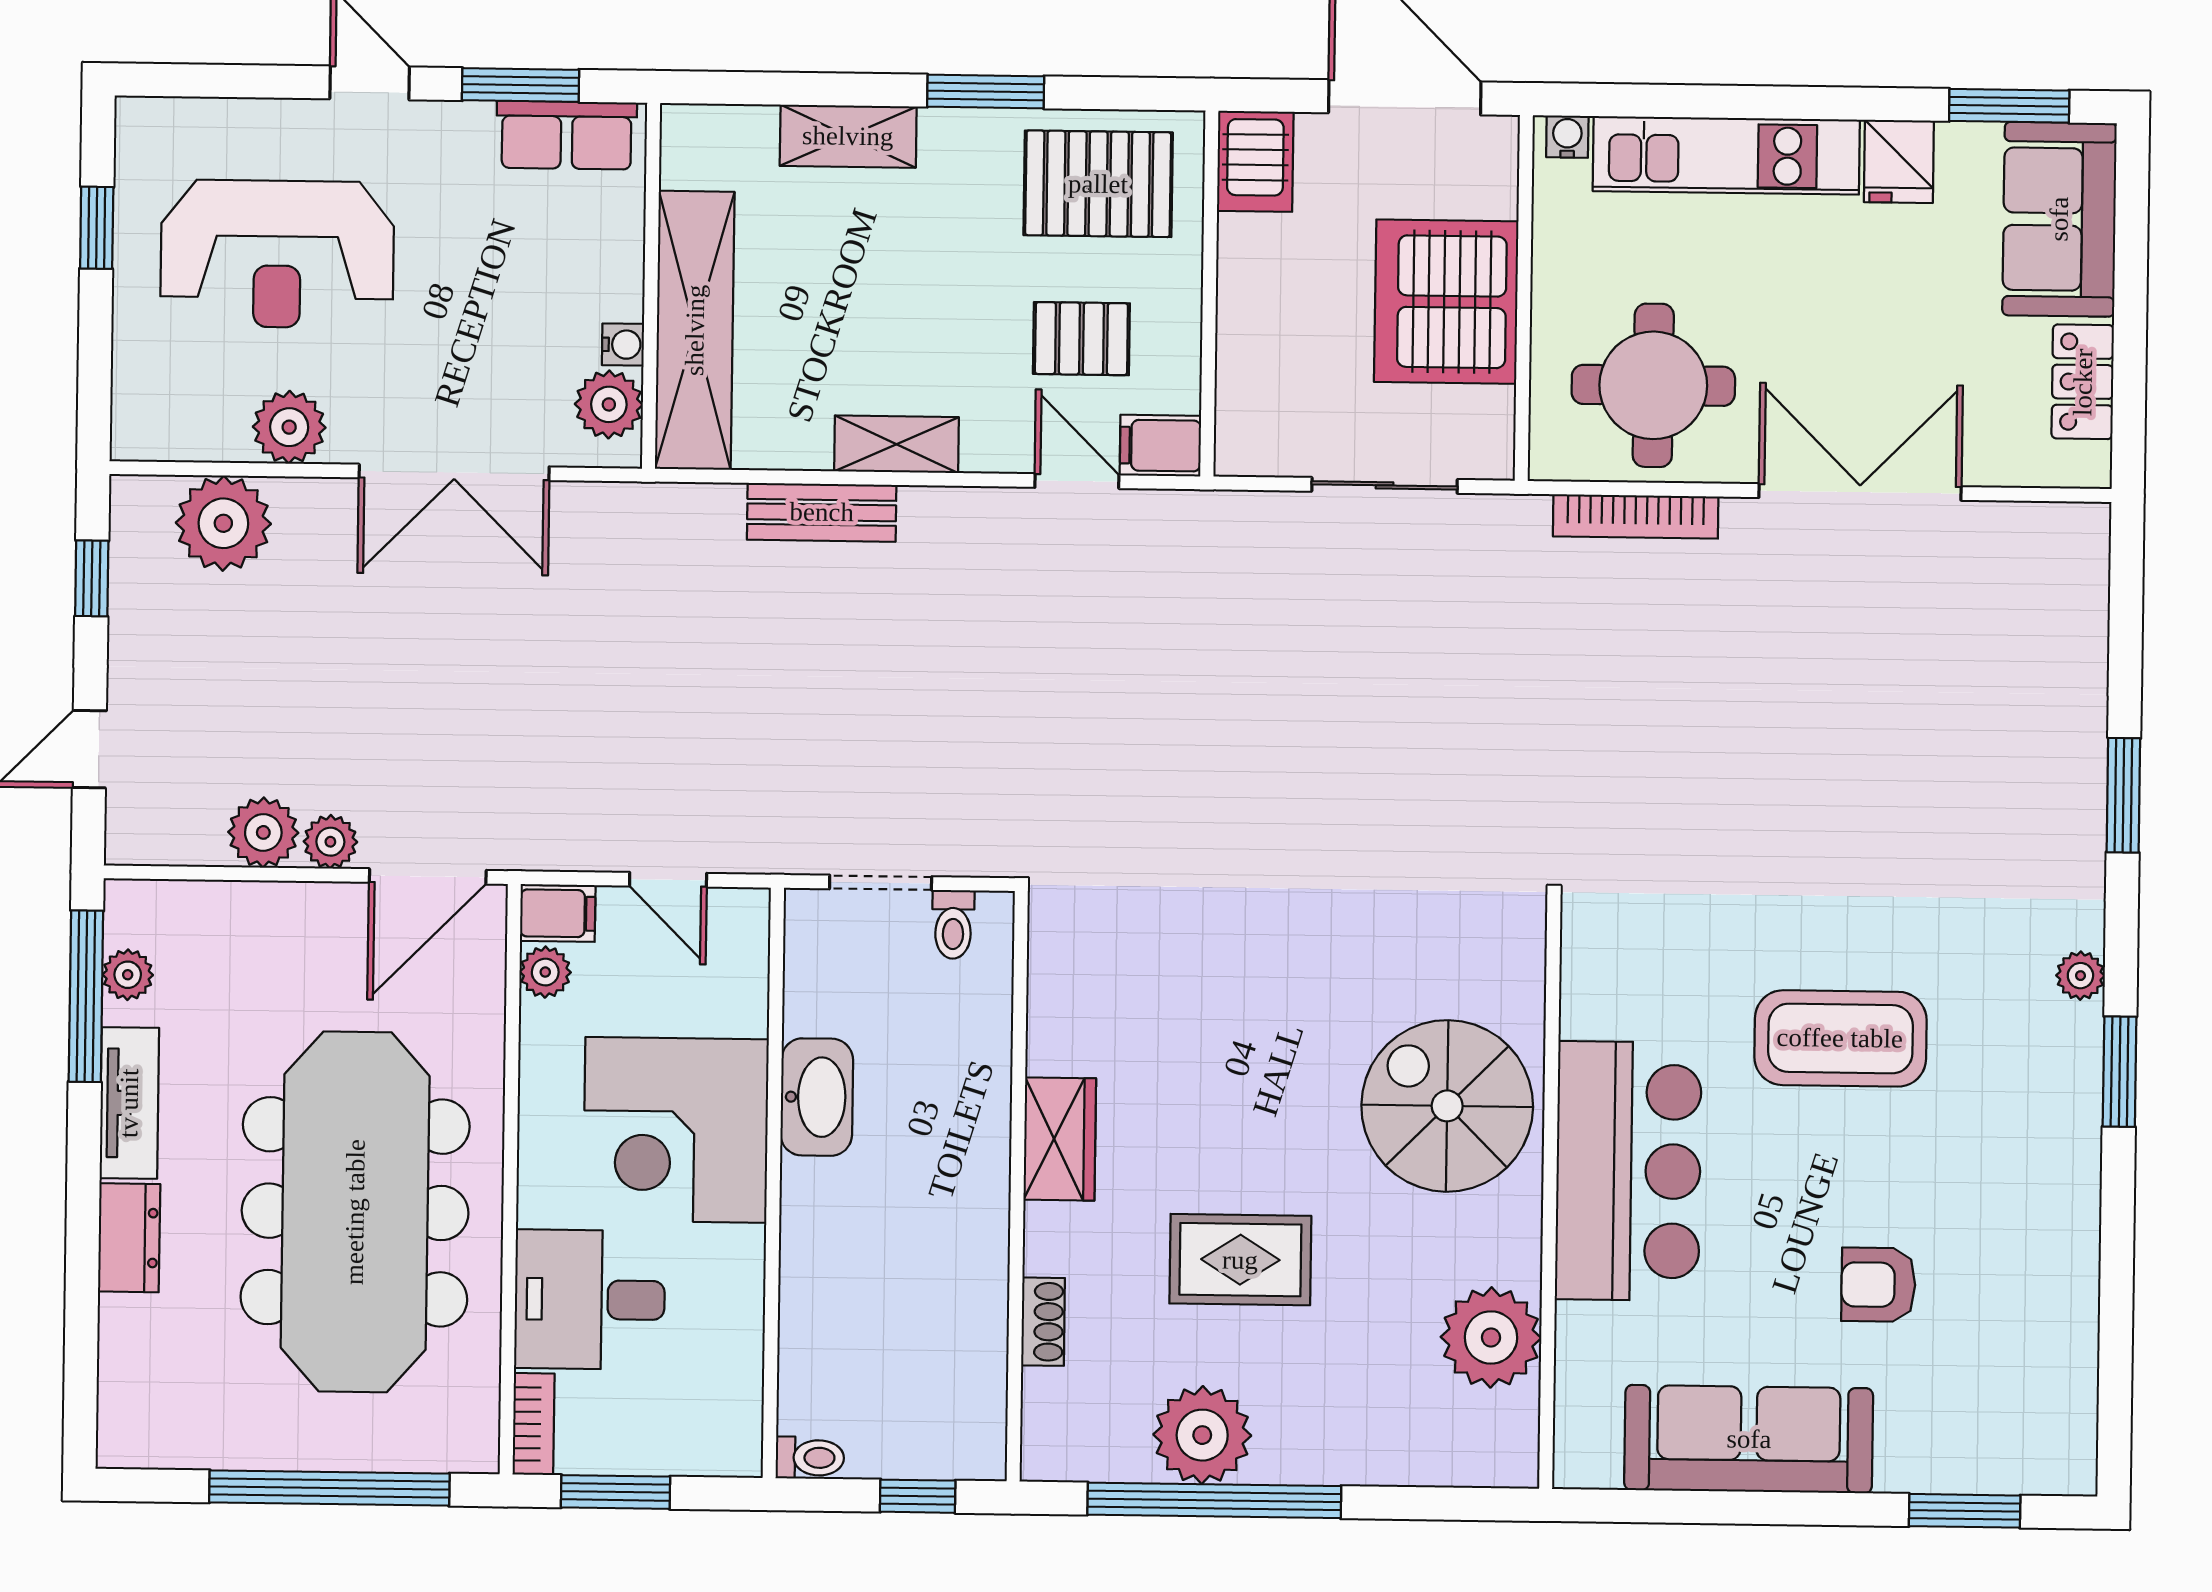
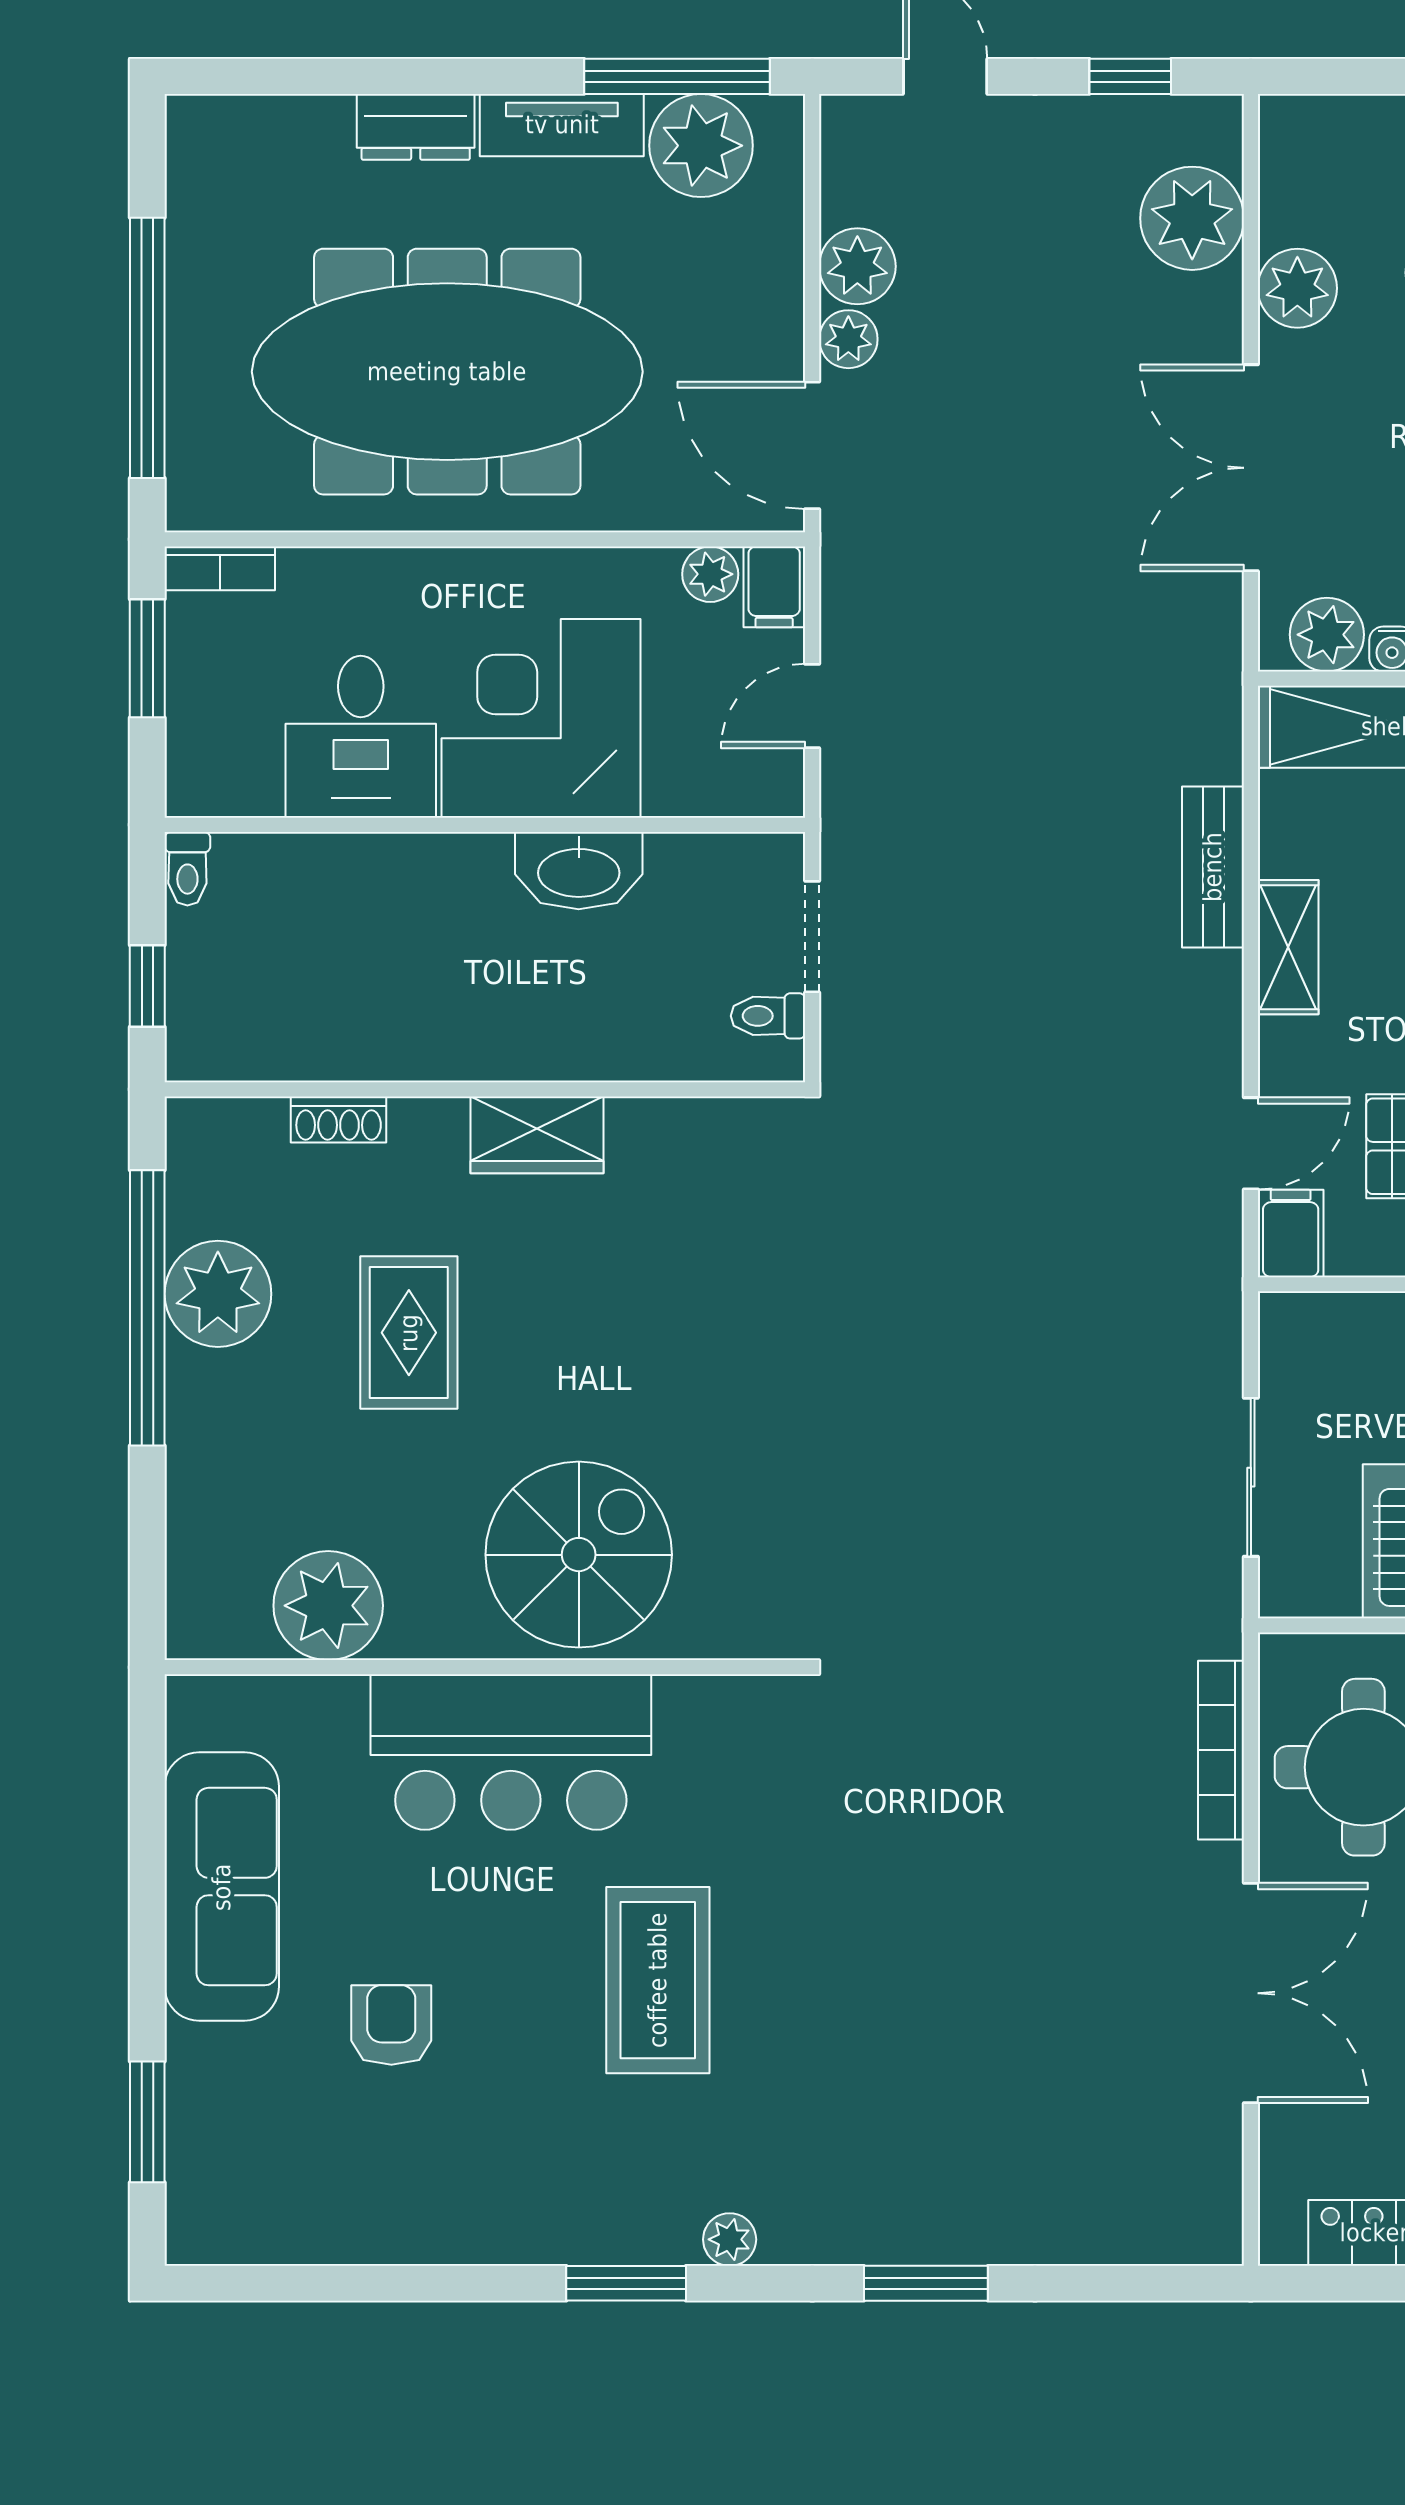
plant: (128, 975) -> (701, 146), width x1.88, depth x1.88
desk: (590, 1300) -> (361, 737), moved, turned 180

